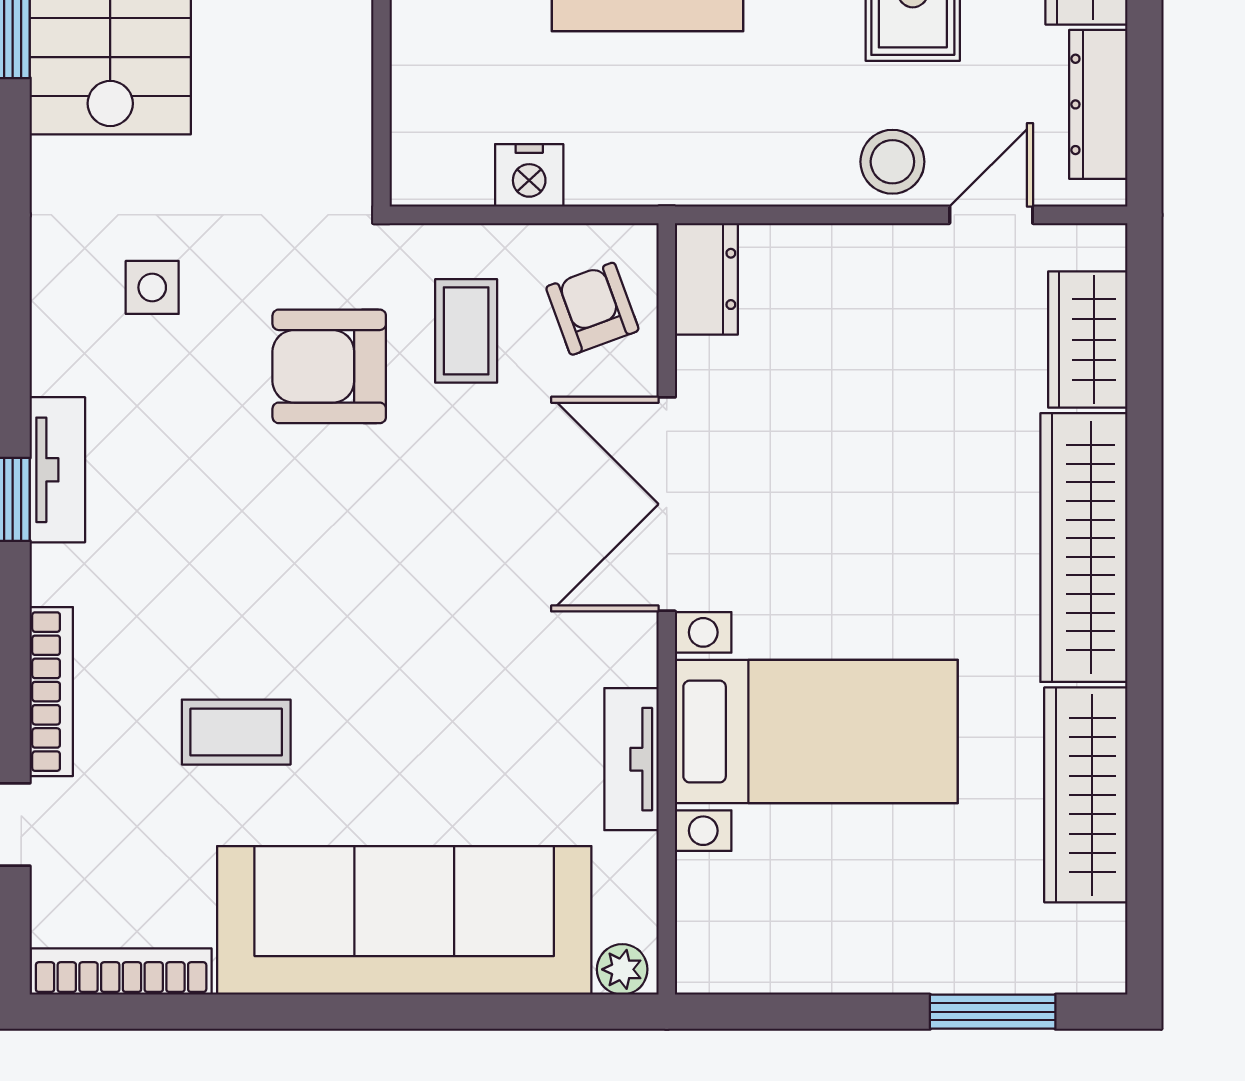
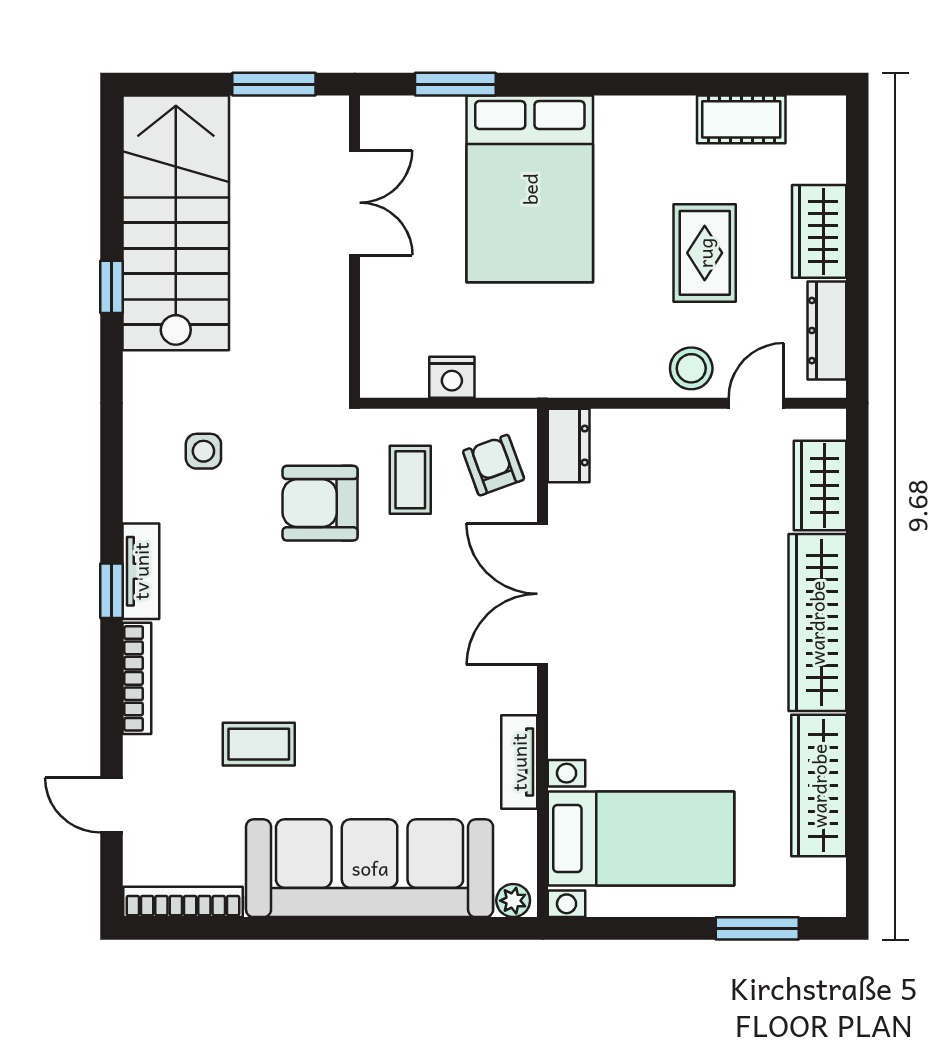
bookcase: (51, 692) -> (137, 678), moved
bed with nightstands: (816, 732) -> (641, 838), moved

